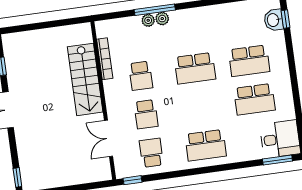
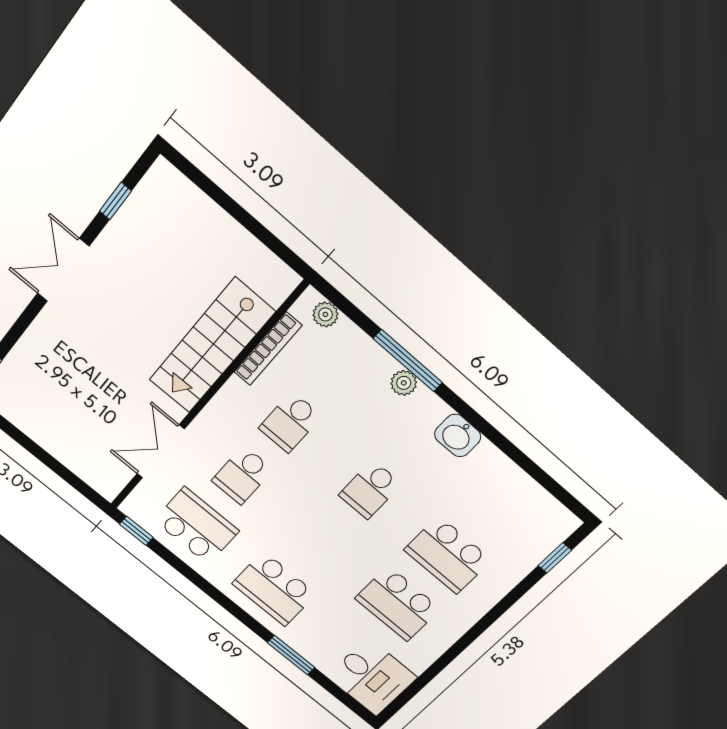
plant: (148, 20) -> (325, 314), moved
washbasin: (273, 20) -> (458, 435), moved, turned -90
school desk: (195, 68) -> (370, 490), width x0.54
school desk: (151, 153) -> (196, 526), width x1.85
window: (277, 160) -> (291, 655), moved

